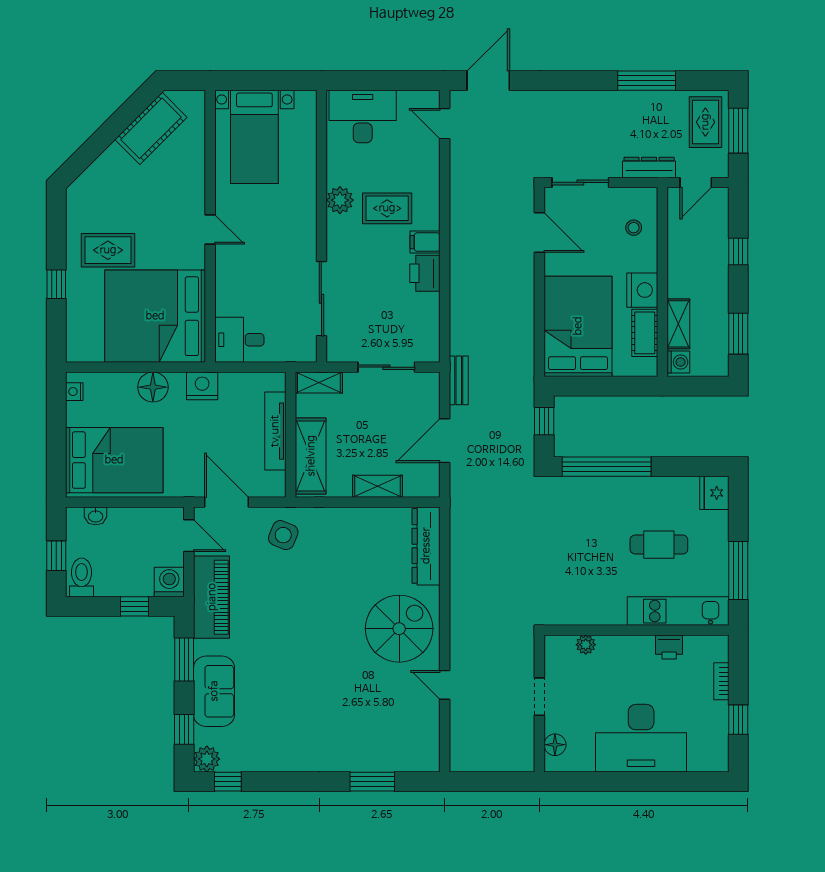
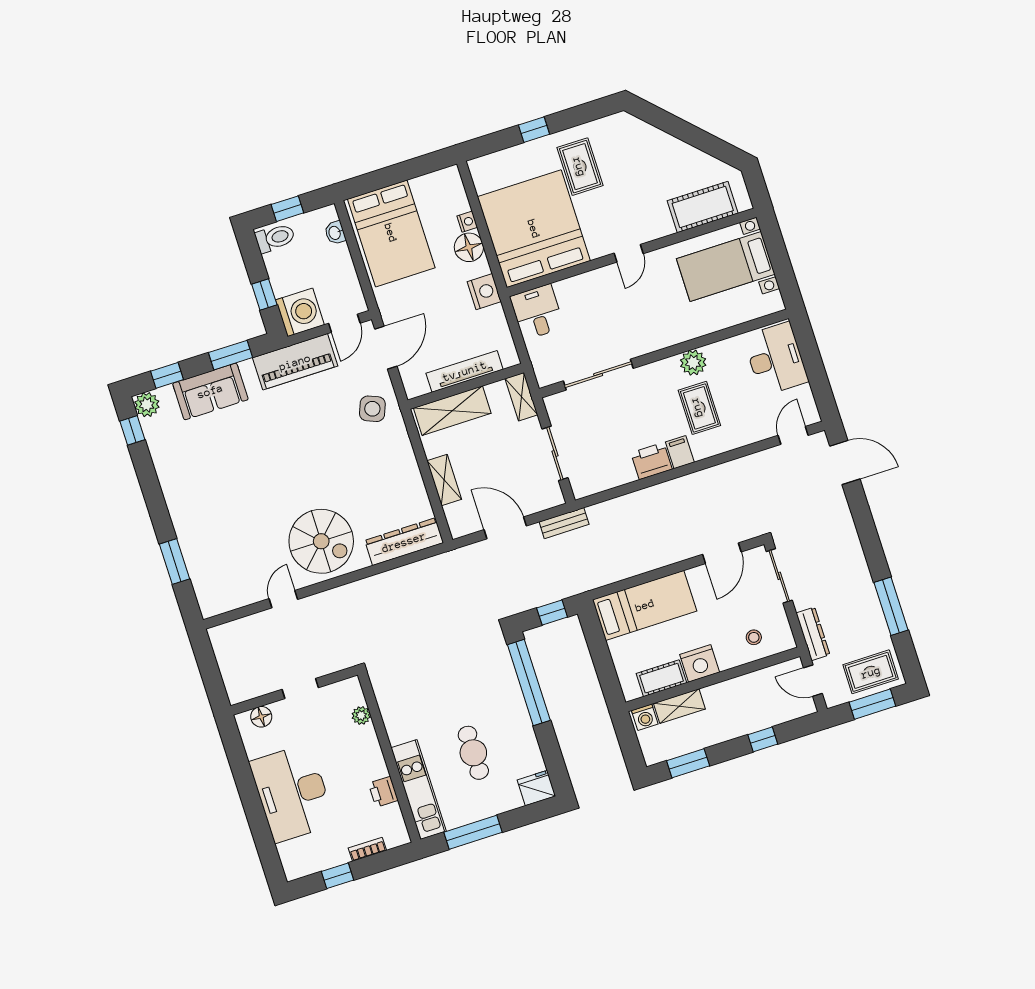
cot: (151, 128) -> (703, 207), moved, turned -45
bed: (578, 326) -> (645, 605), width x0.67
nightstand: (74, 392) -> (467, 222), moved, turned 90
washing machine: (169, 582) -> (300, 312), width x1.37, depth x1.37

